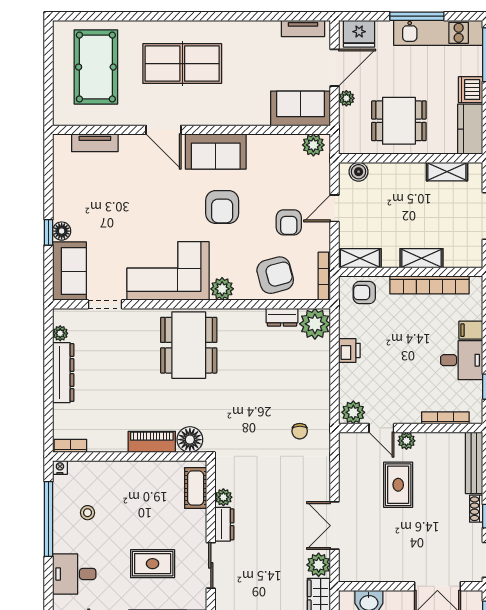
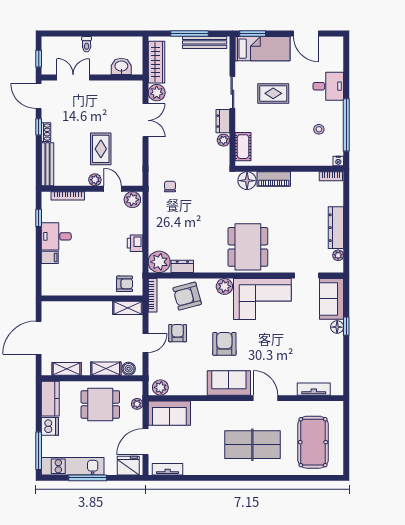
plant: (346, 98) -> (137, 404), moved
shelving: (422, 258) -> (106, 369), moved
bookcase: (430, 285) -> (79, 289), removed

